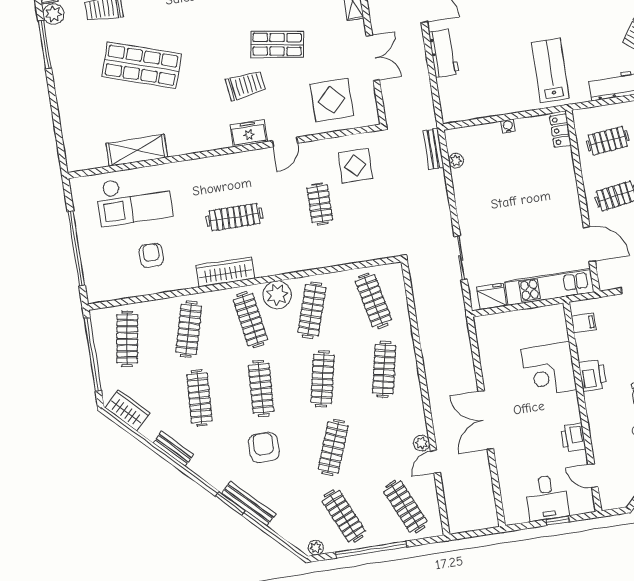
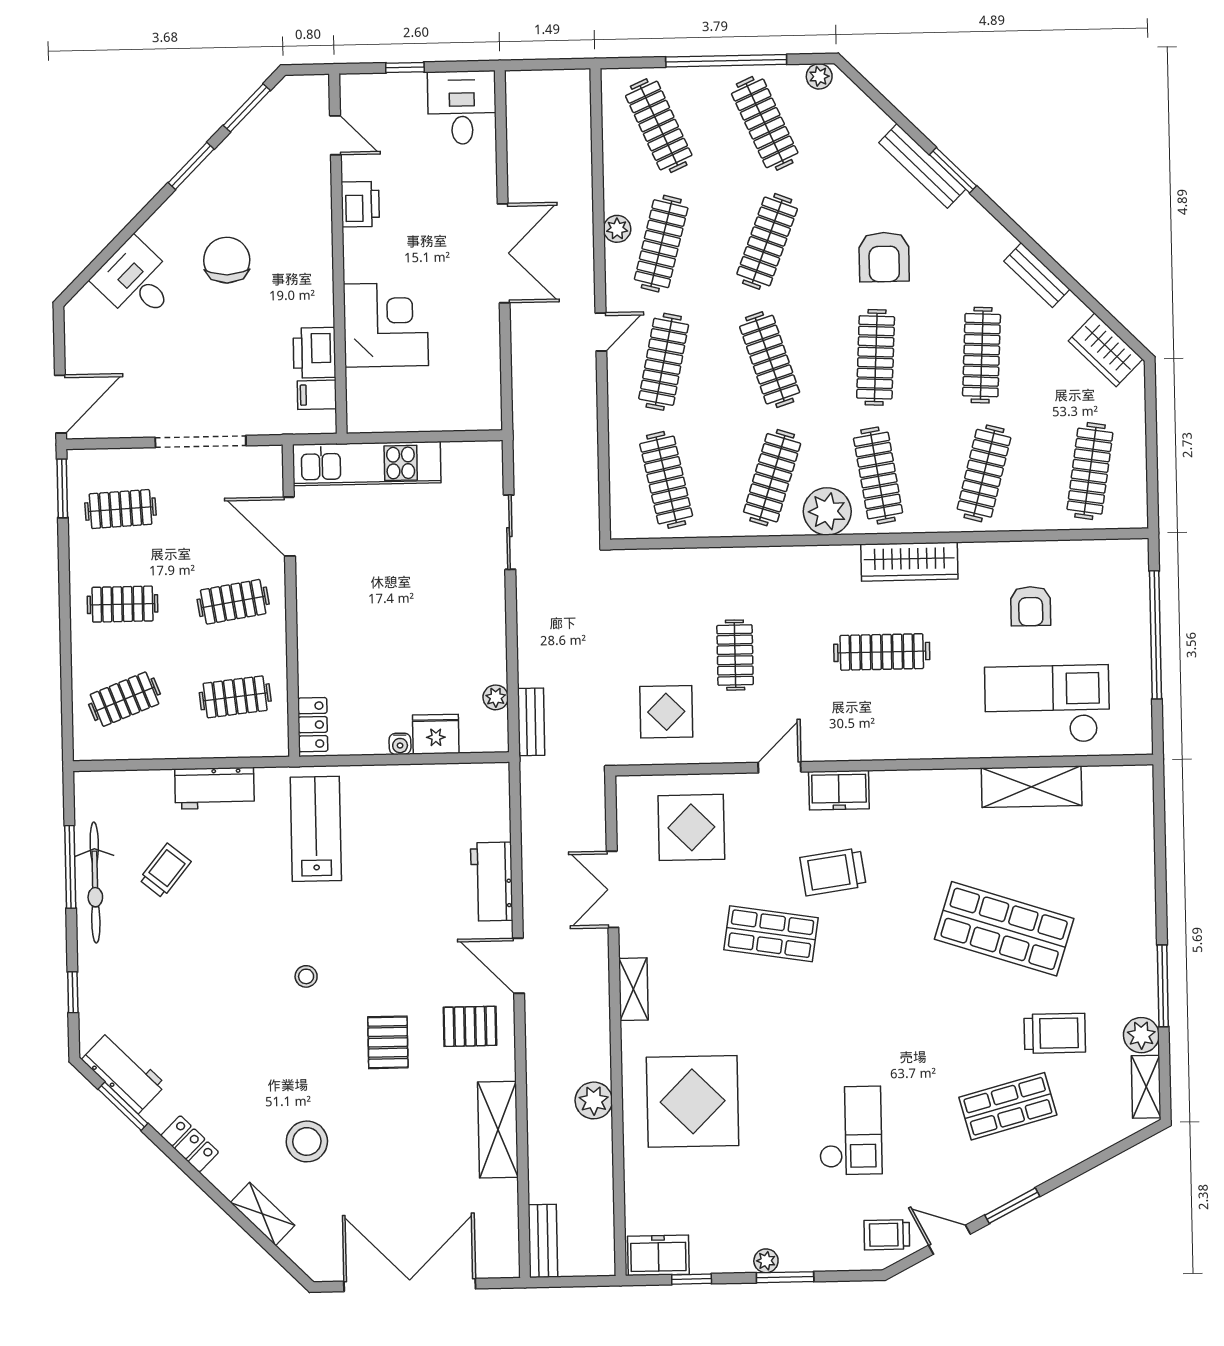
lab bench: (551, 70) -> (316, 829), turned 180
fridge: (492, 296) -> (436, 734), moved, turned 180
window: (93, 354) -> (1152, 452), removed
printer: (593, 375) -> (314, 353), moved
clothes rail: (323, 379) -> (770, 360), turned -30
clothes rail: (395, 438) -> (661, 244), added
door: (435, 462) -> (601, 332), moved
desk: (547, 498) -> (462, 108), moved

